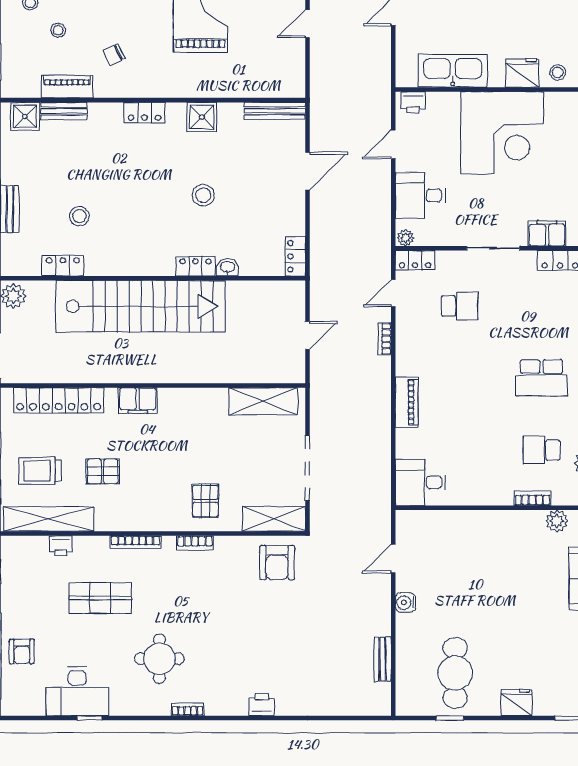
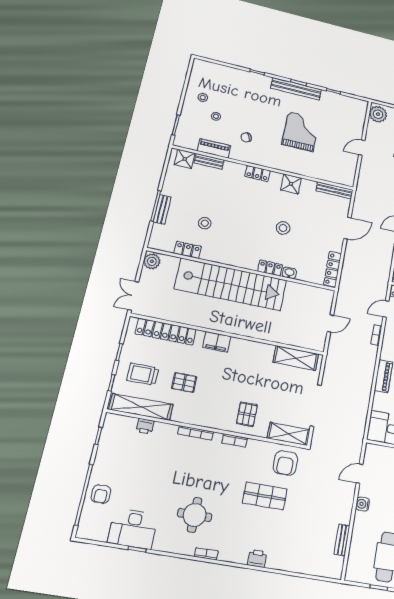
locker: (295, 256) -> (333, 269), width x1.53
shop shelf: (100, 598) -> (265, 496), moved

